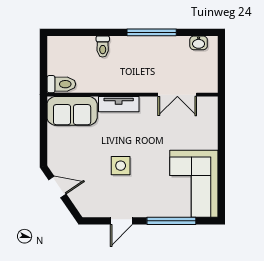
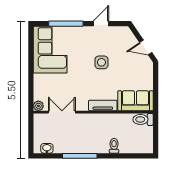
plant: (211, 104) -> (38, 106), added

